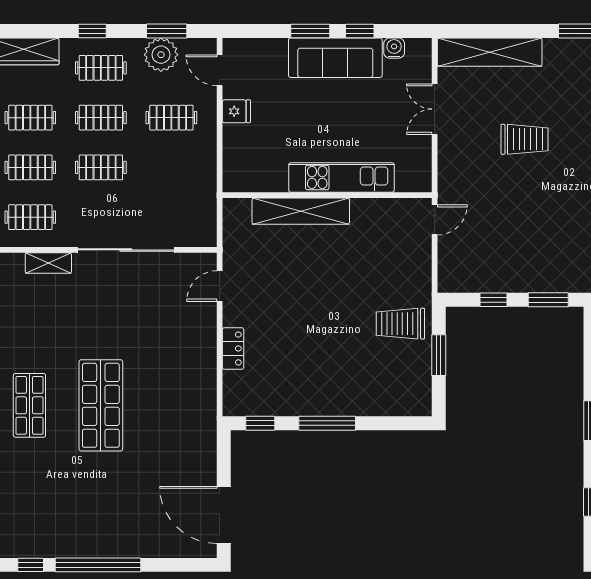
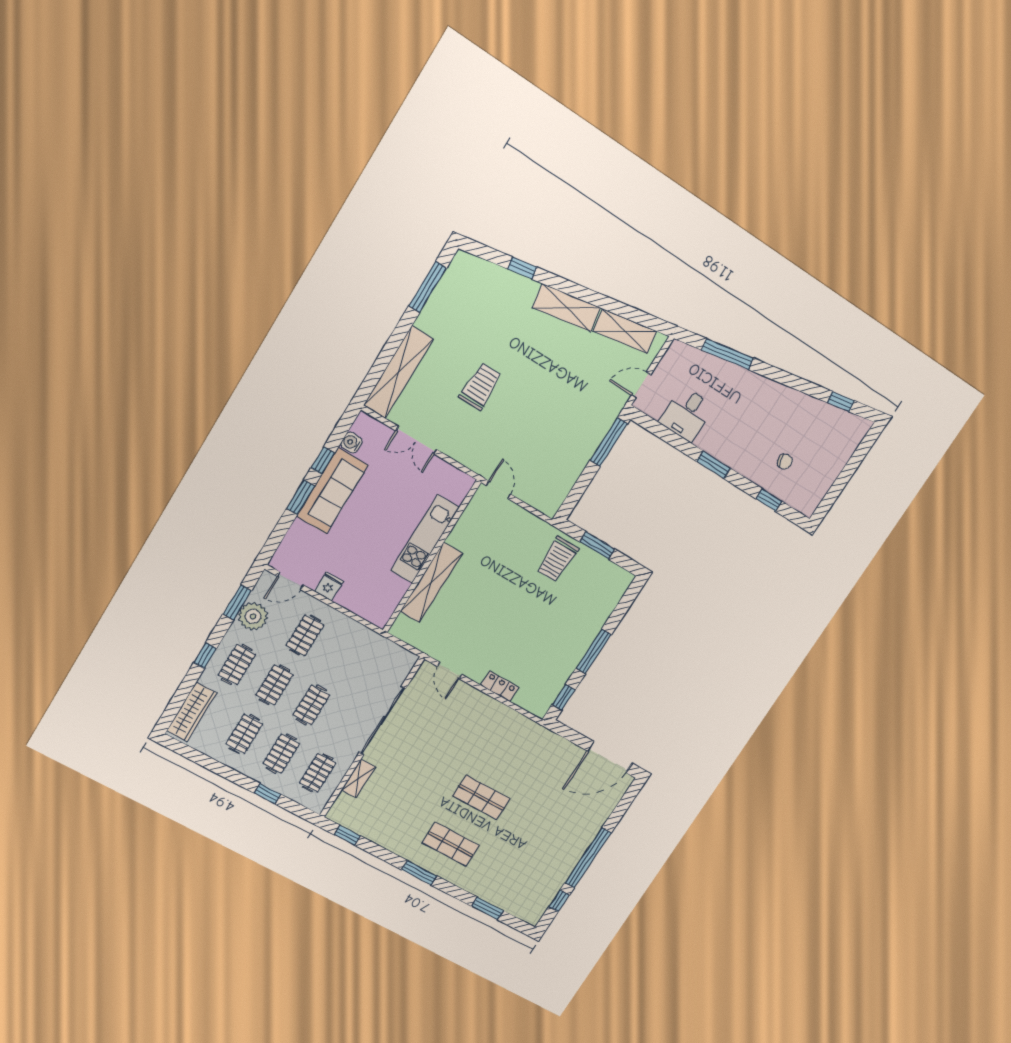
window: (494, 300) -> (583, 482), removed
window: (548, 300) -> (609, 442), width x1.44
shop shelf: (101, 405) -> (481, 797), width x0.70, depth x0.74

